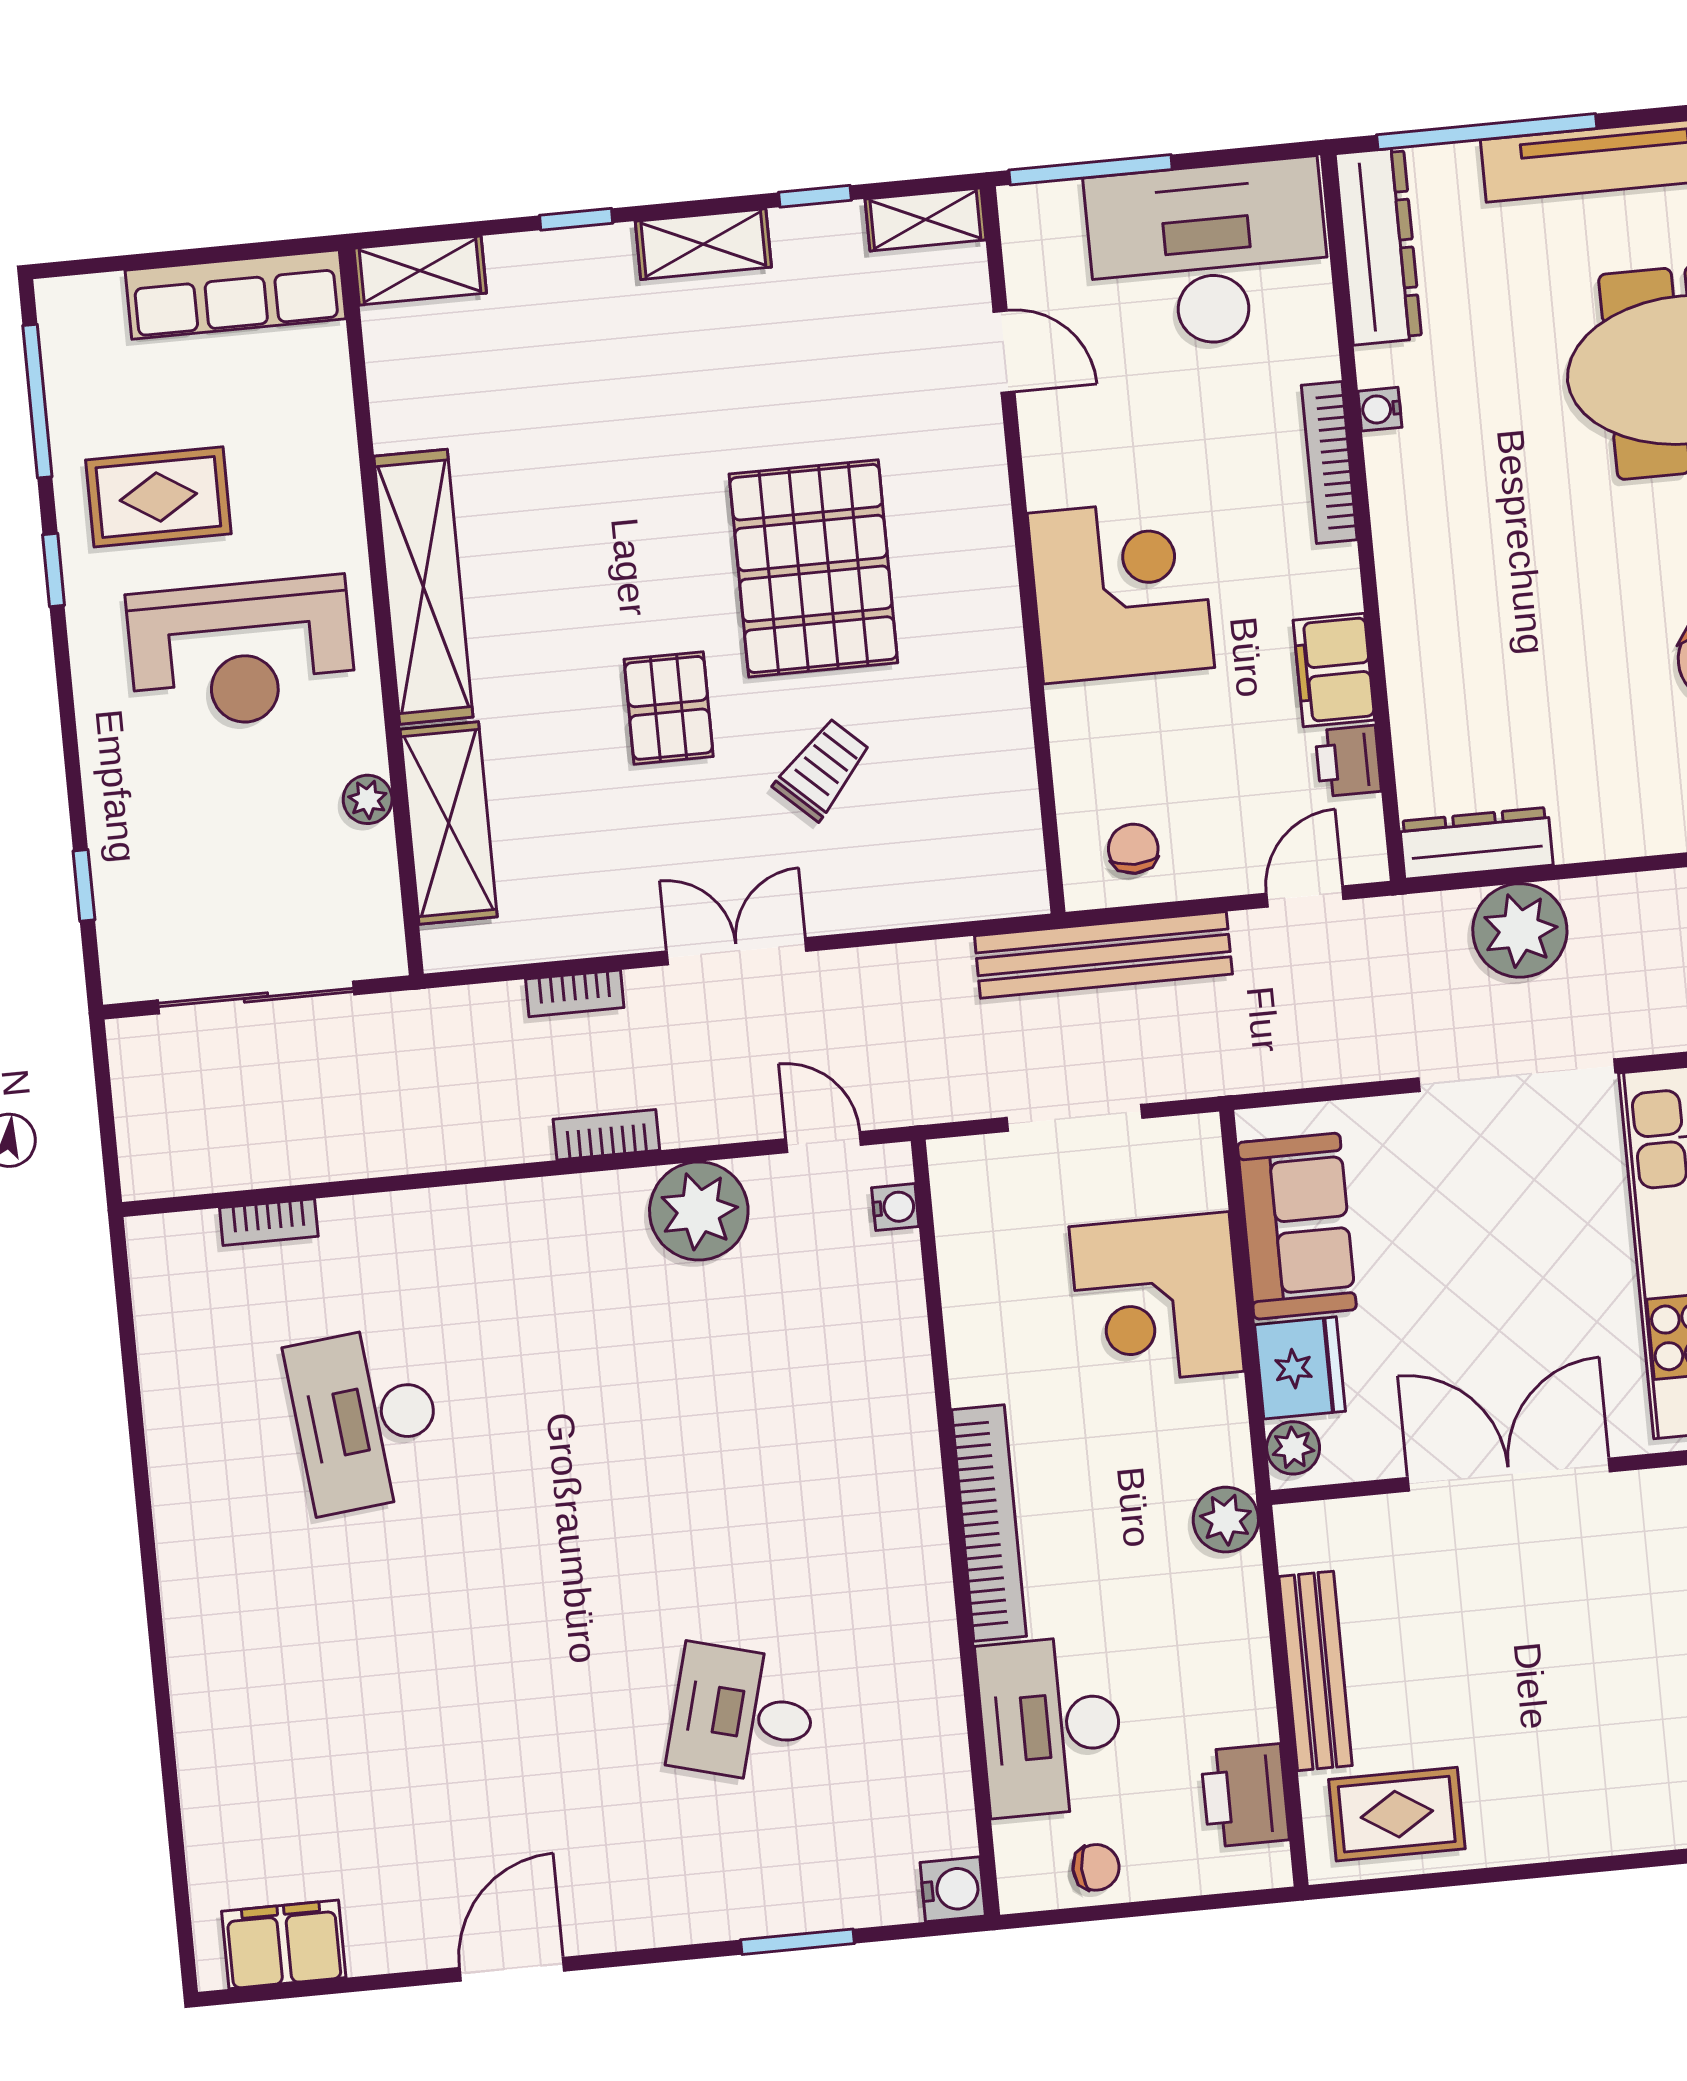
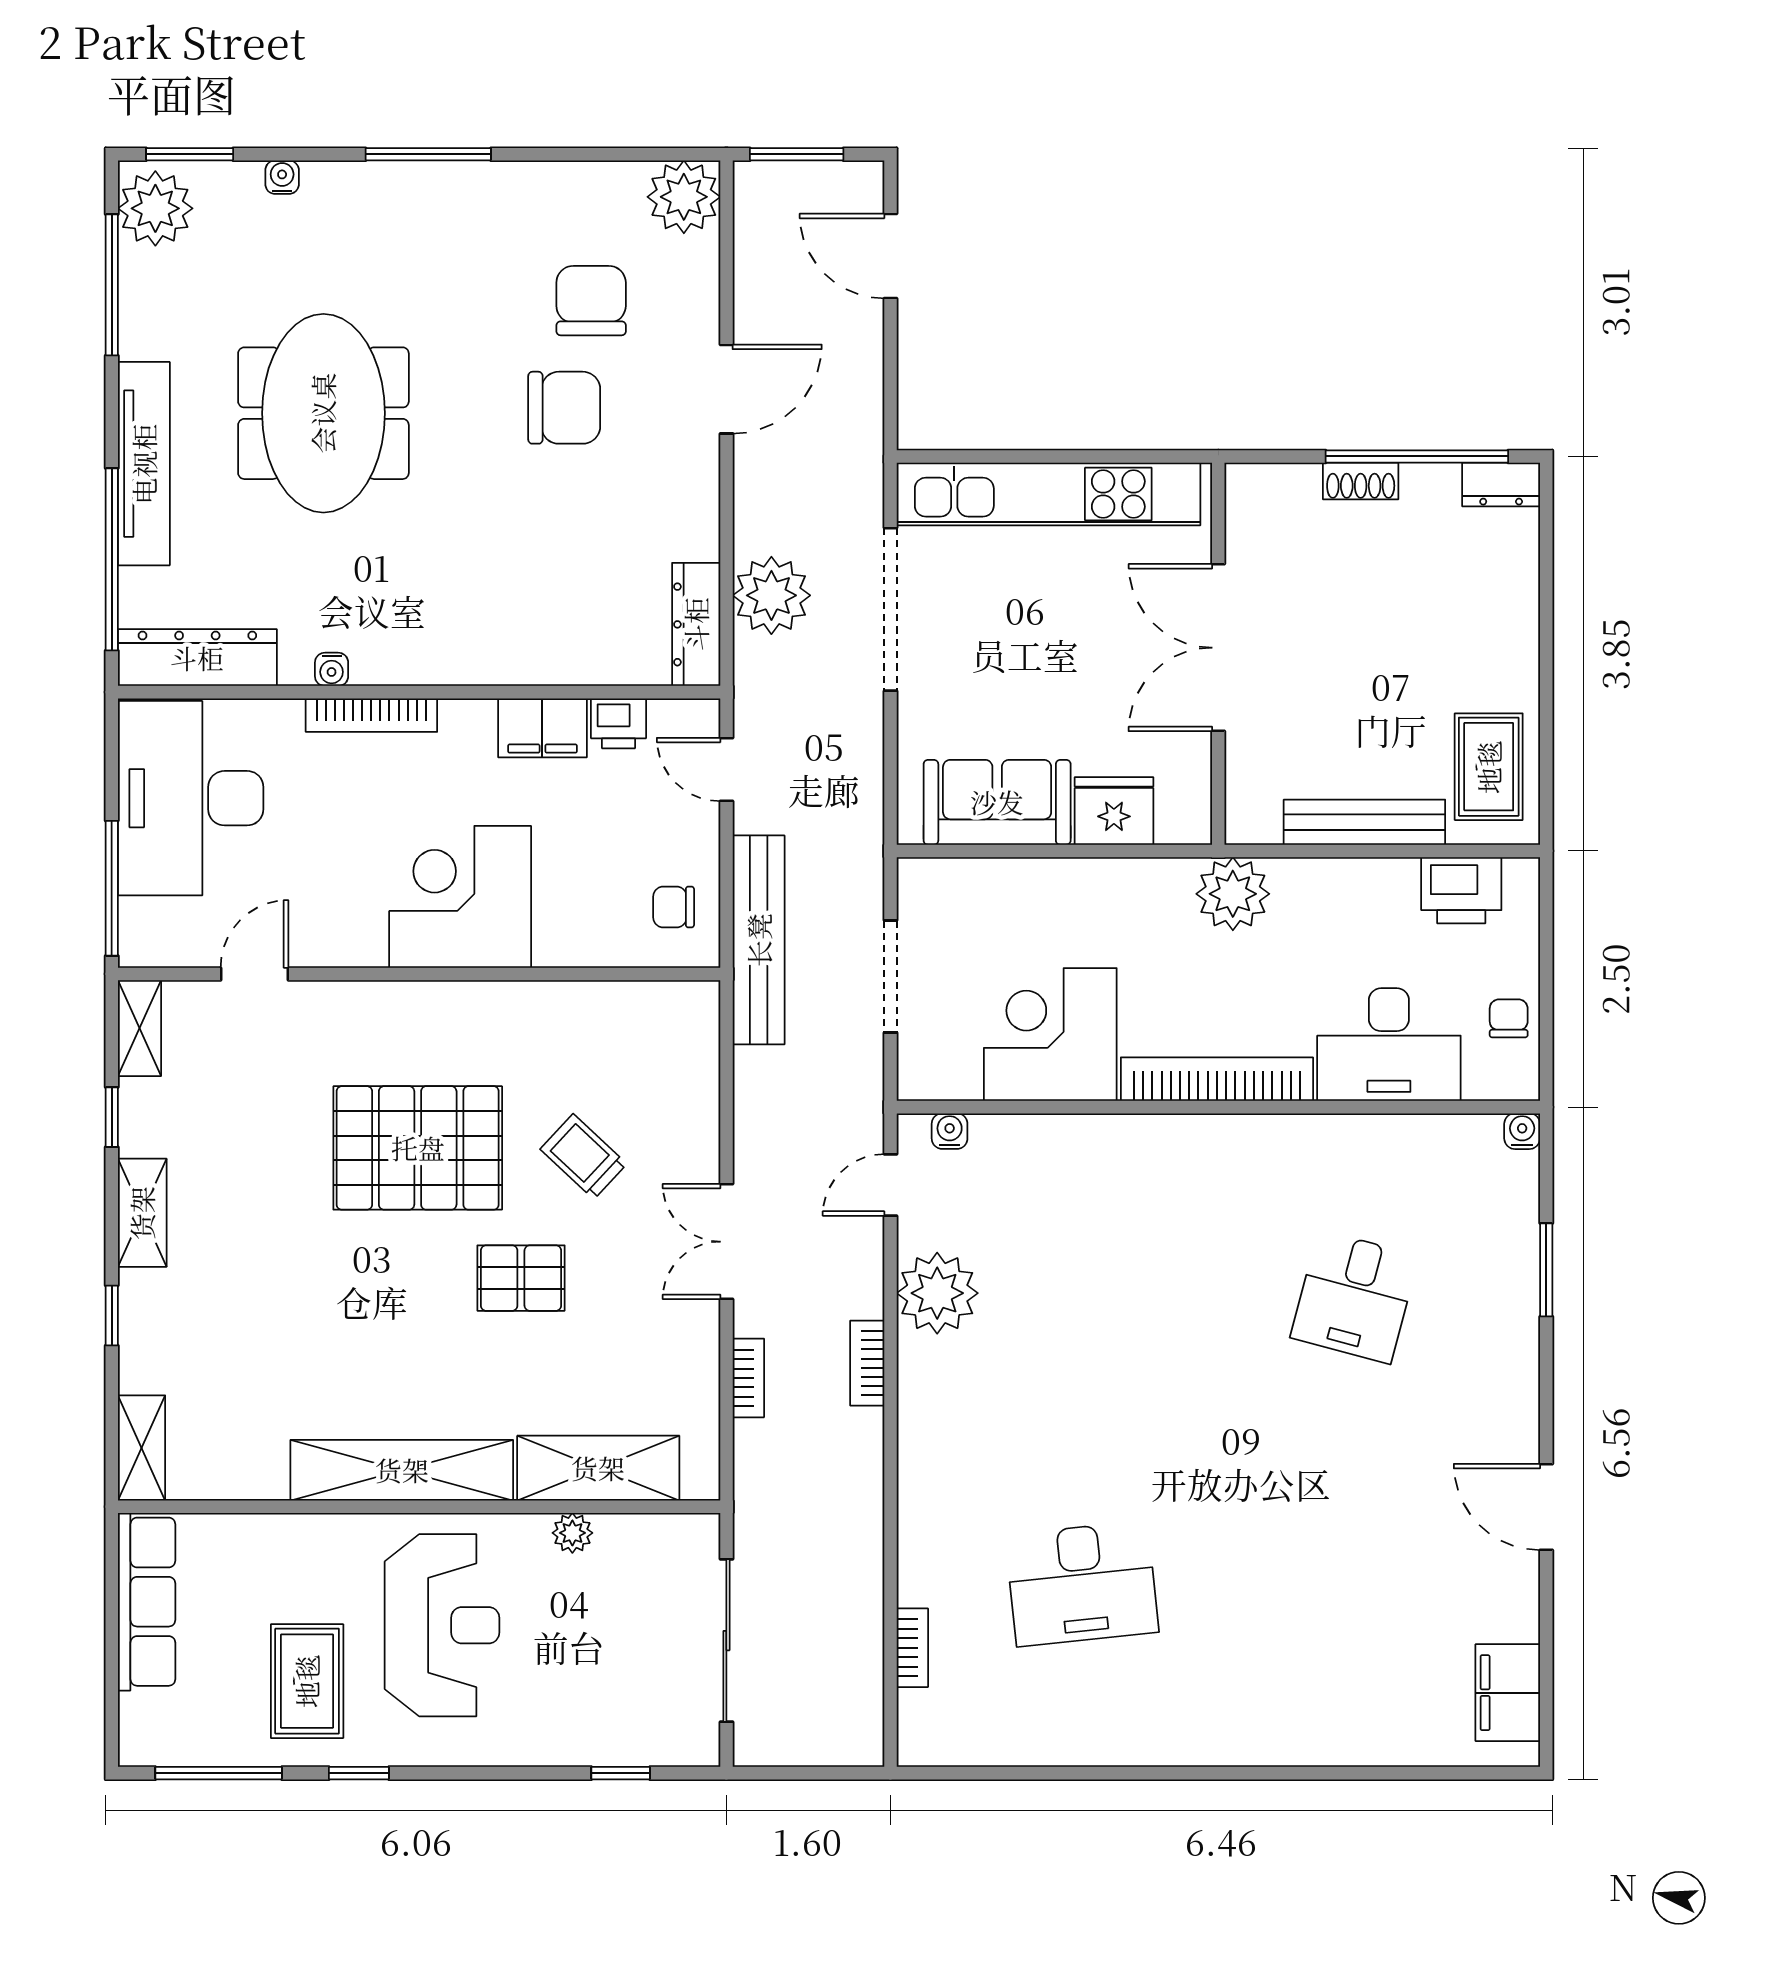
corner desk: (1157, 1299) -> (1050, 1035), moved, turned 180
plant: (1293, 1448) -> (1179, 823), removed
plant: (1226, 1520) -> (1233, 894), width x1.36, depth x1.36
water cooler: (953, 1889) -> (1522, 1131), width x0.72, depth x0.72

